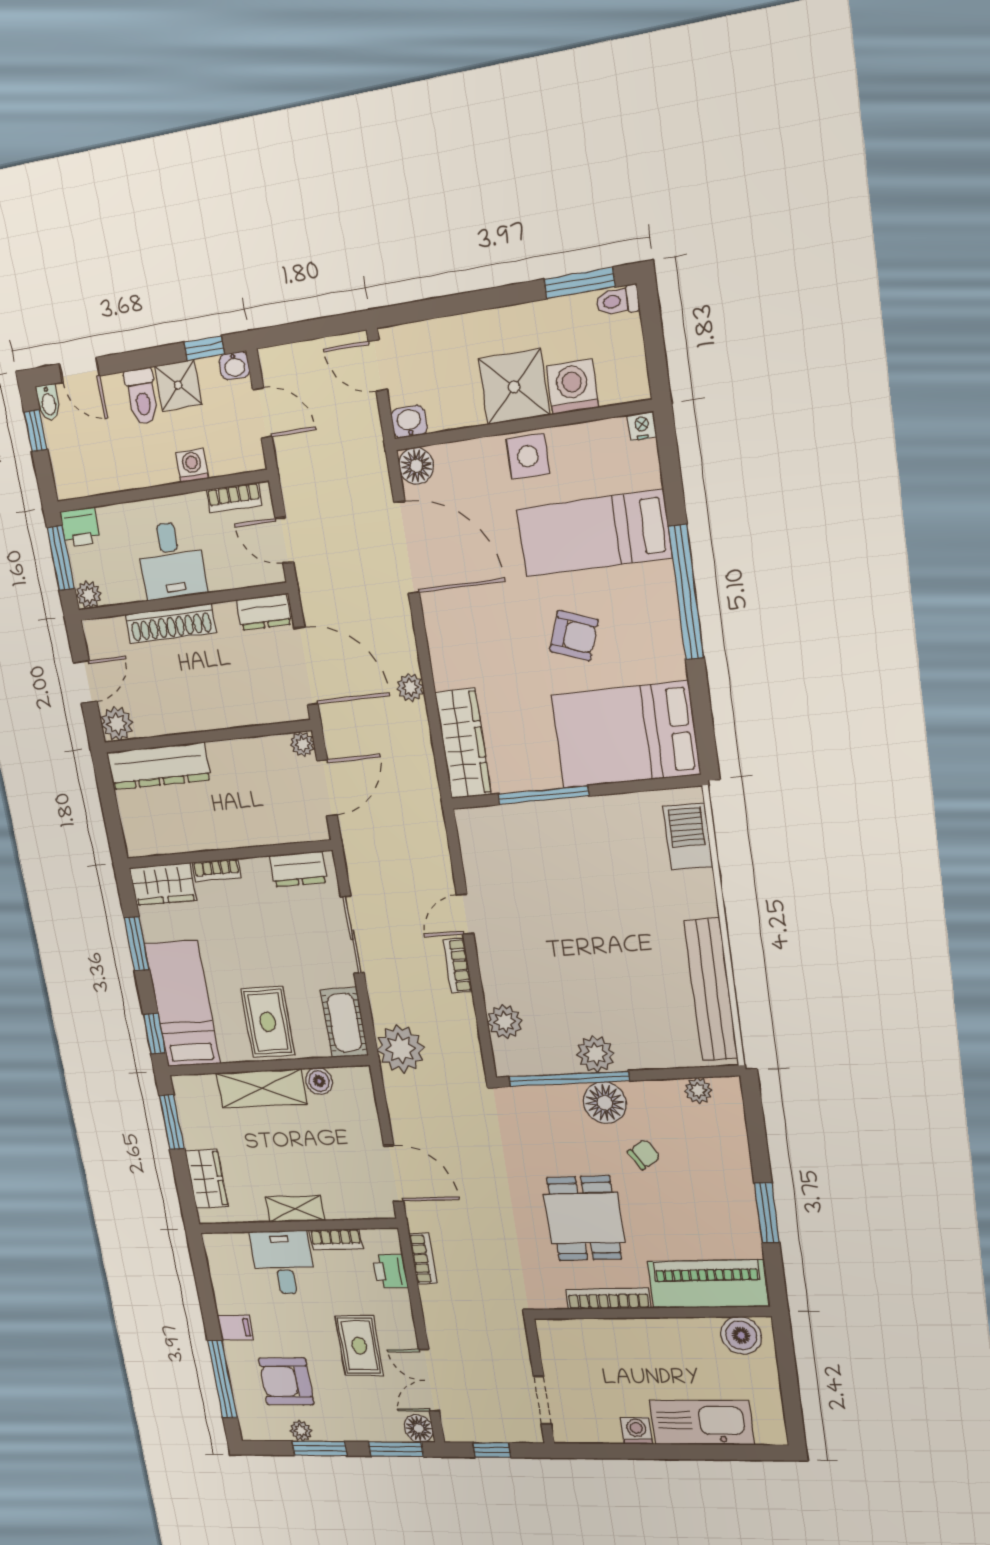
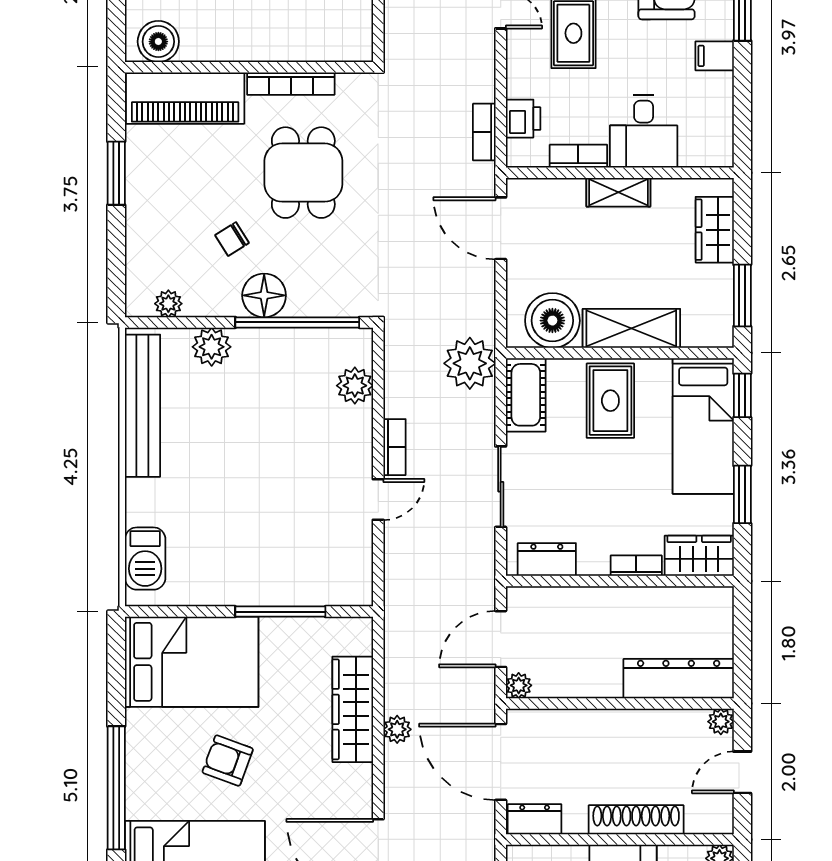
plant: (117, 724) -> (721, 722), width x0.73, depth x0.73
wardrobe: (463, 744) -> (353, 709), moved
plant: (595, 1054) -> (212, 347), moved
boiler: (319, 1081) -> (552, 321), width x1.86, depth x1.86

